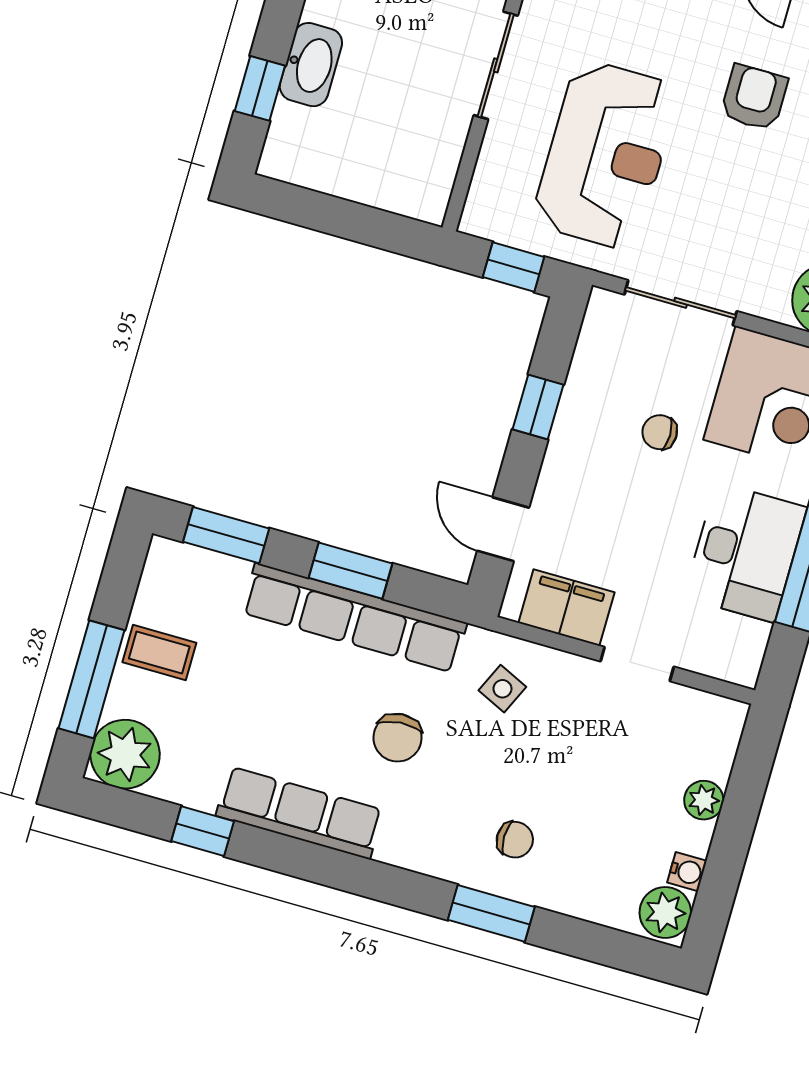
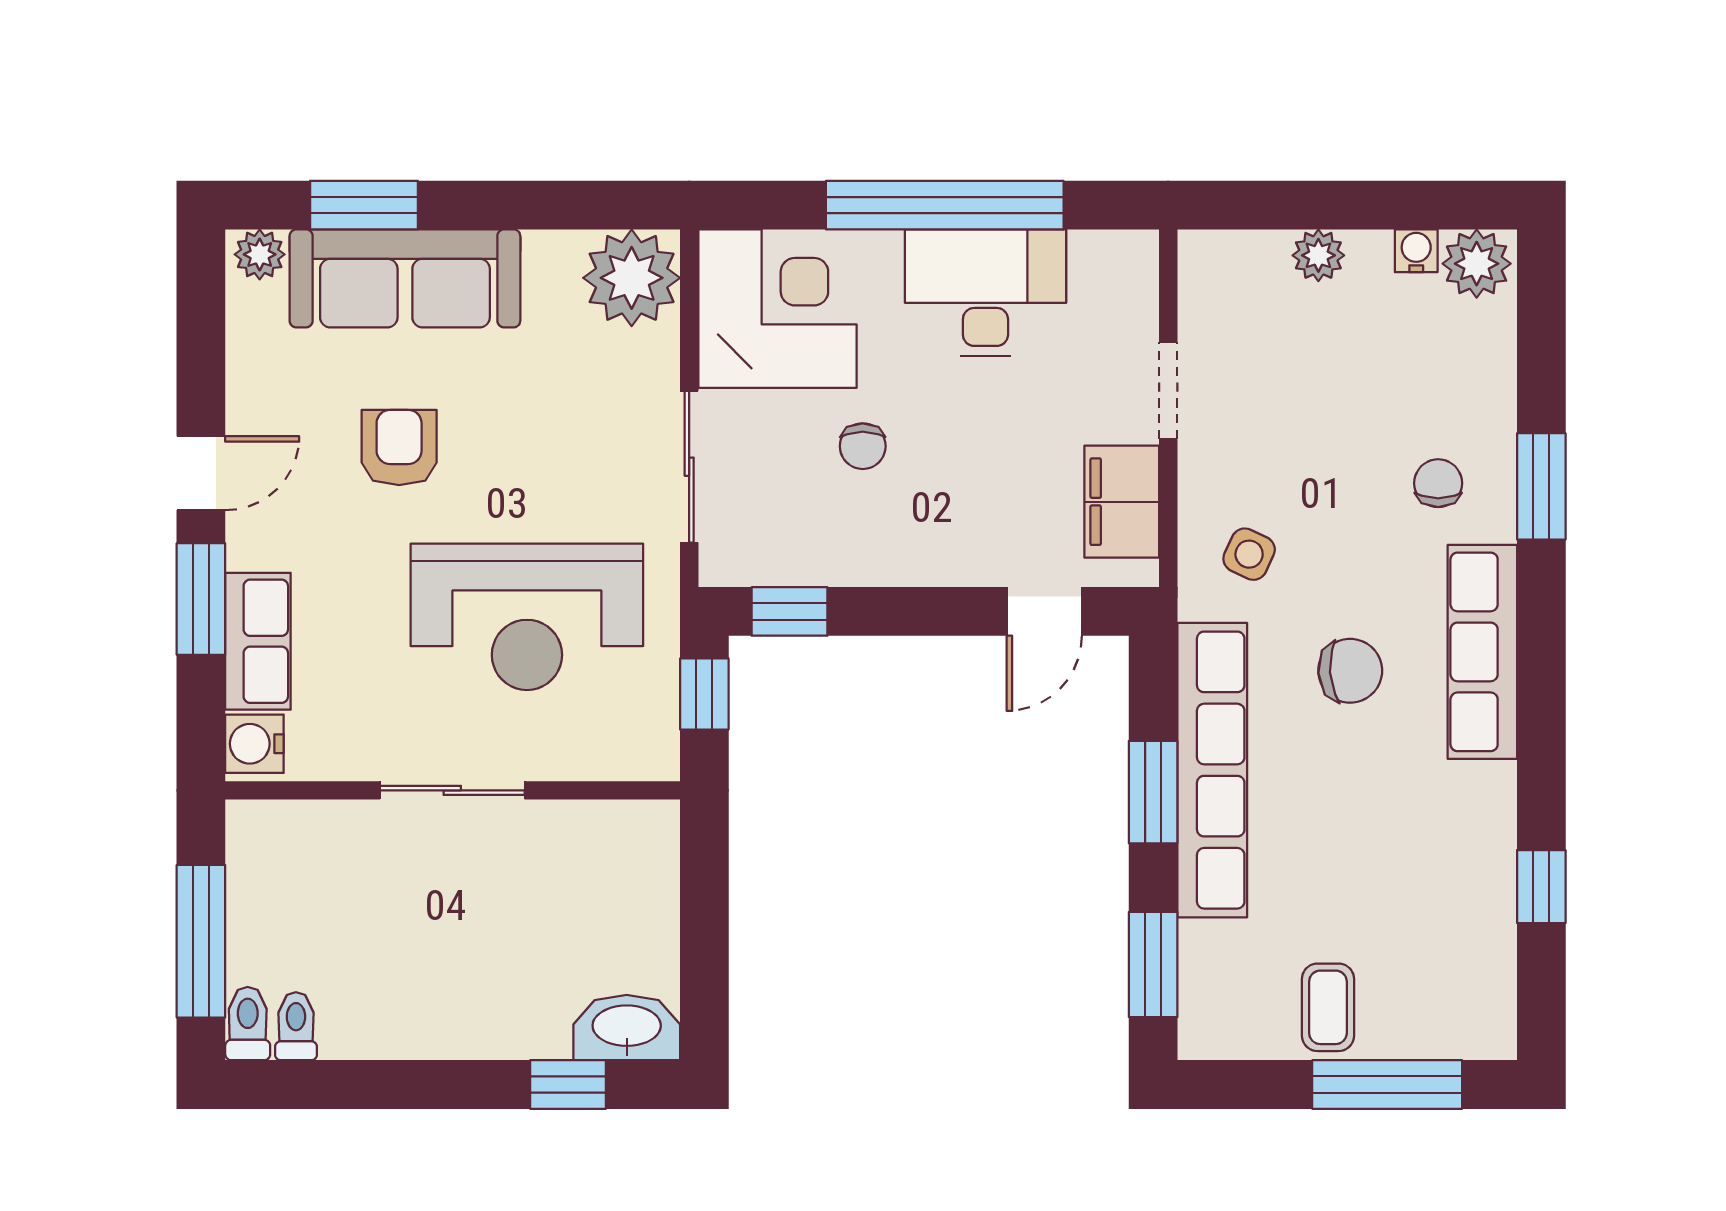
washbasin: (311, 65) -> (627, 1028), moved
armchair: (754, 97) -> (399, 447), turned 90
reception desk: (606, 155) -> (527, 617), turned 180
window: (538, 407) -> (789, 611), moved
plant: (125, 754) -> (1471, 1014), removed
row of seats: (300, 813) -> (1482, 652), moved

